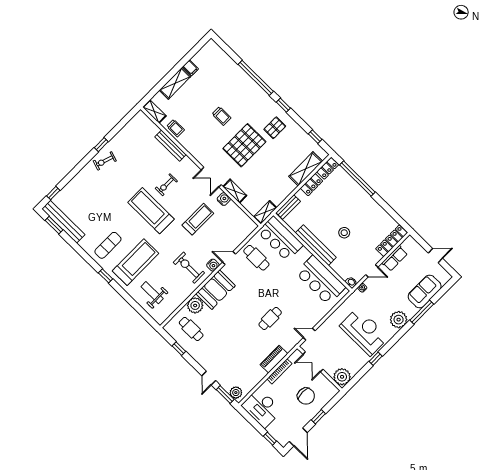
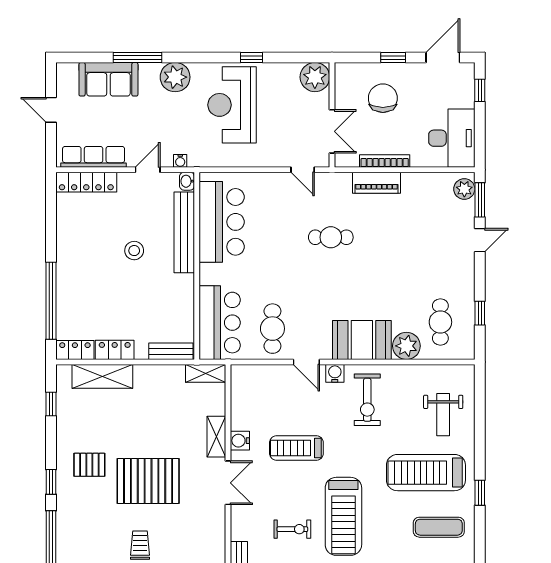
bench: (316, 245) -> (184, 232), moved
row of seats: (395, 258) -> (94, 157), width x1.48
door: (372, 271) -> (148, 170), hinge flipped

